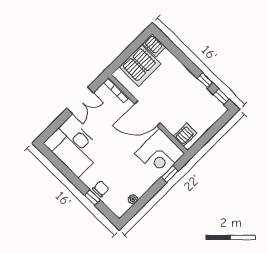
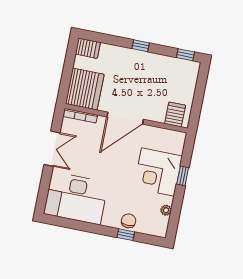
server rack: (140, 65) -> (85, 89), moved
window: (205, 80) -> (141, 46), moved
corner desk: (160, 153) -> (158, 172), moved, turned 90
window: (170, 174) -> (183, 176), moved

